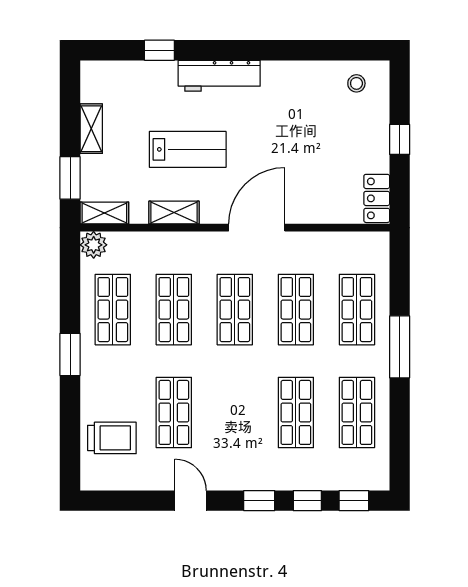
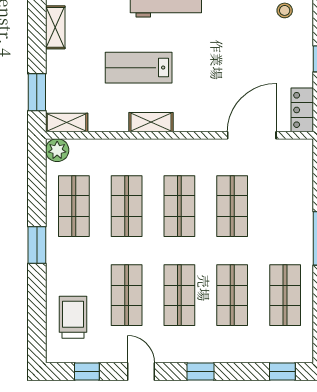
shelving: (91, 129) -> (55, 27), moved
lab bench: (188, 149) -> (139, 68), turned 180
shelving: (174, 213) -> (151, 122), moved
door: (257, 228) -> (252, 135), moved
shop shelf: (357, 310) -> (179, 295), moved
trolley: (112, 438) -> (73, 317), turned -90
window: (307, 501) -> (87, 372), moved

